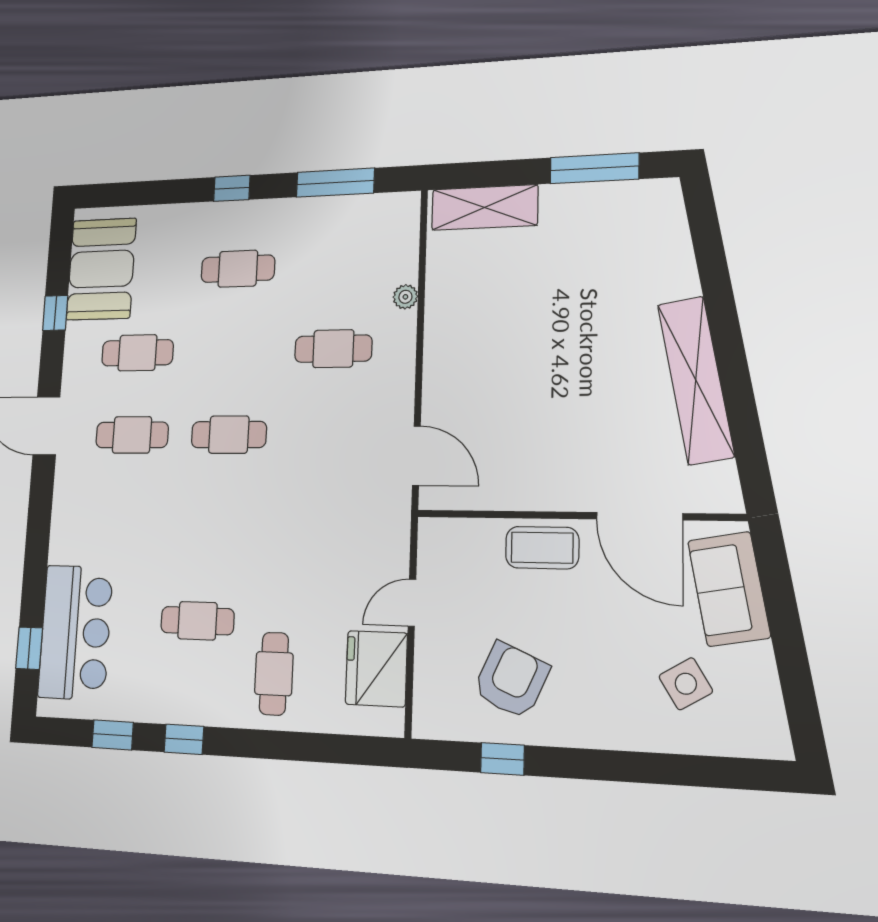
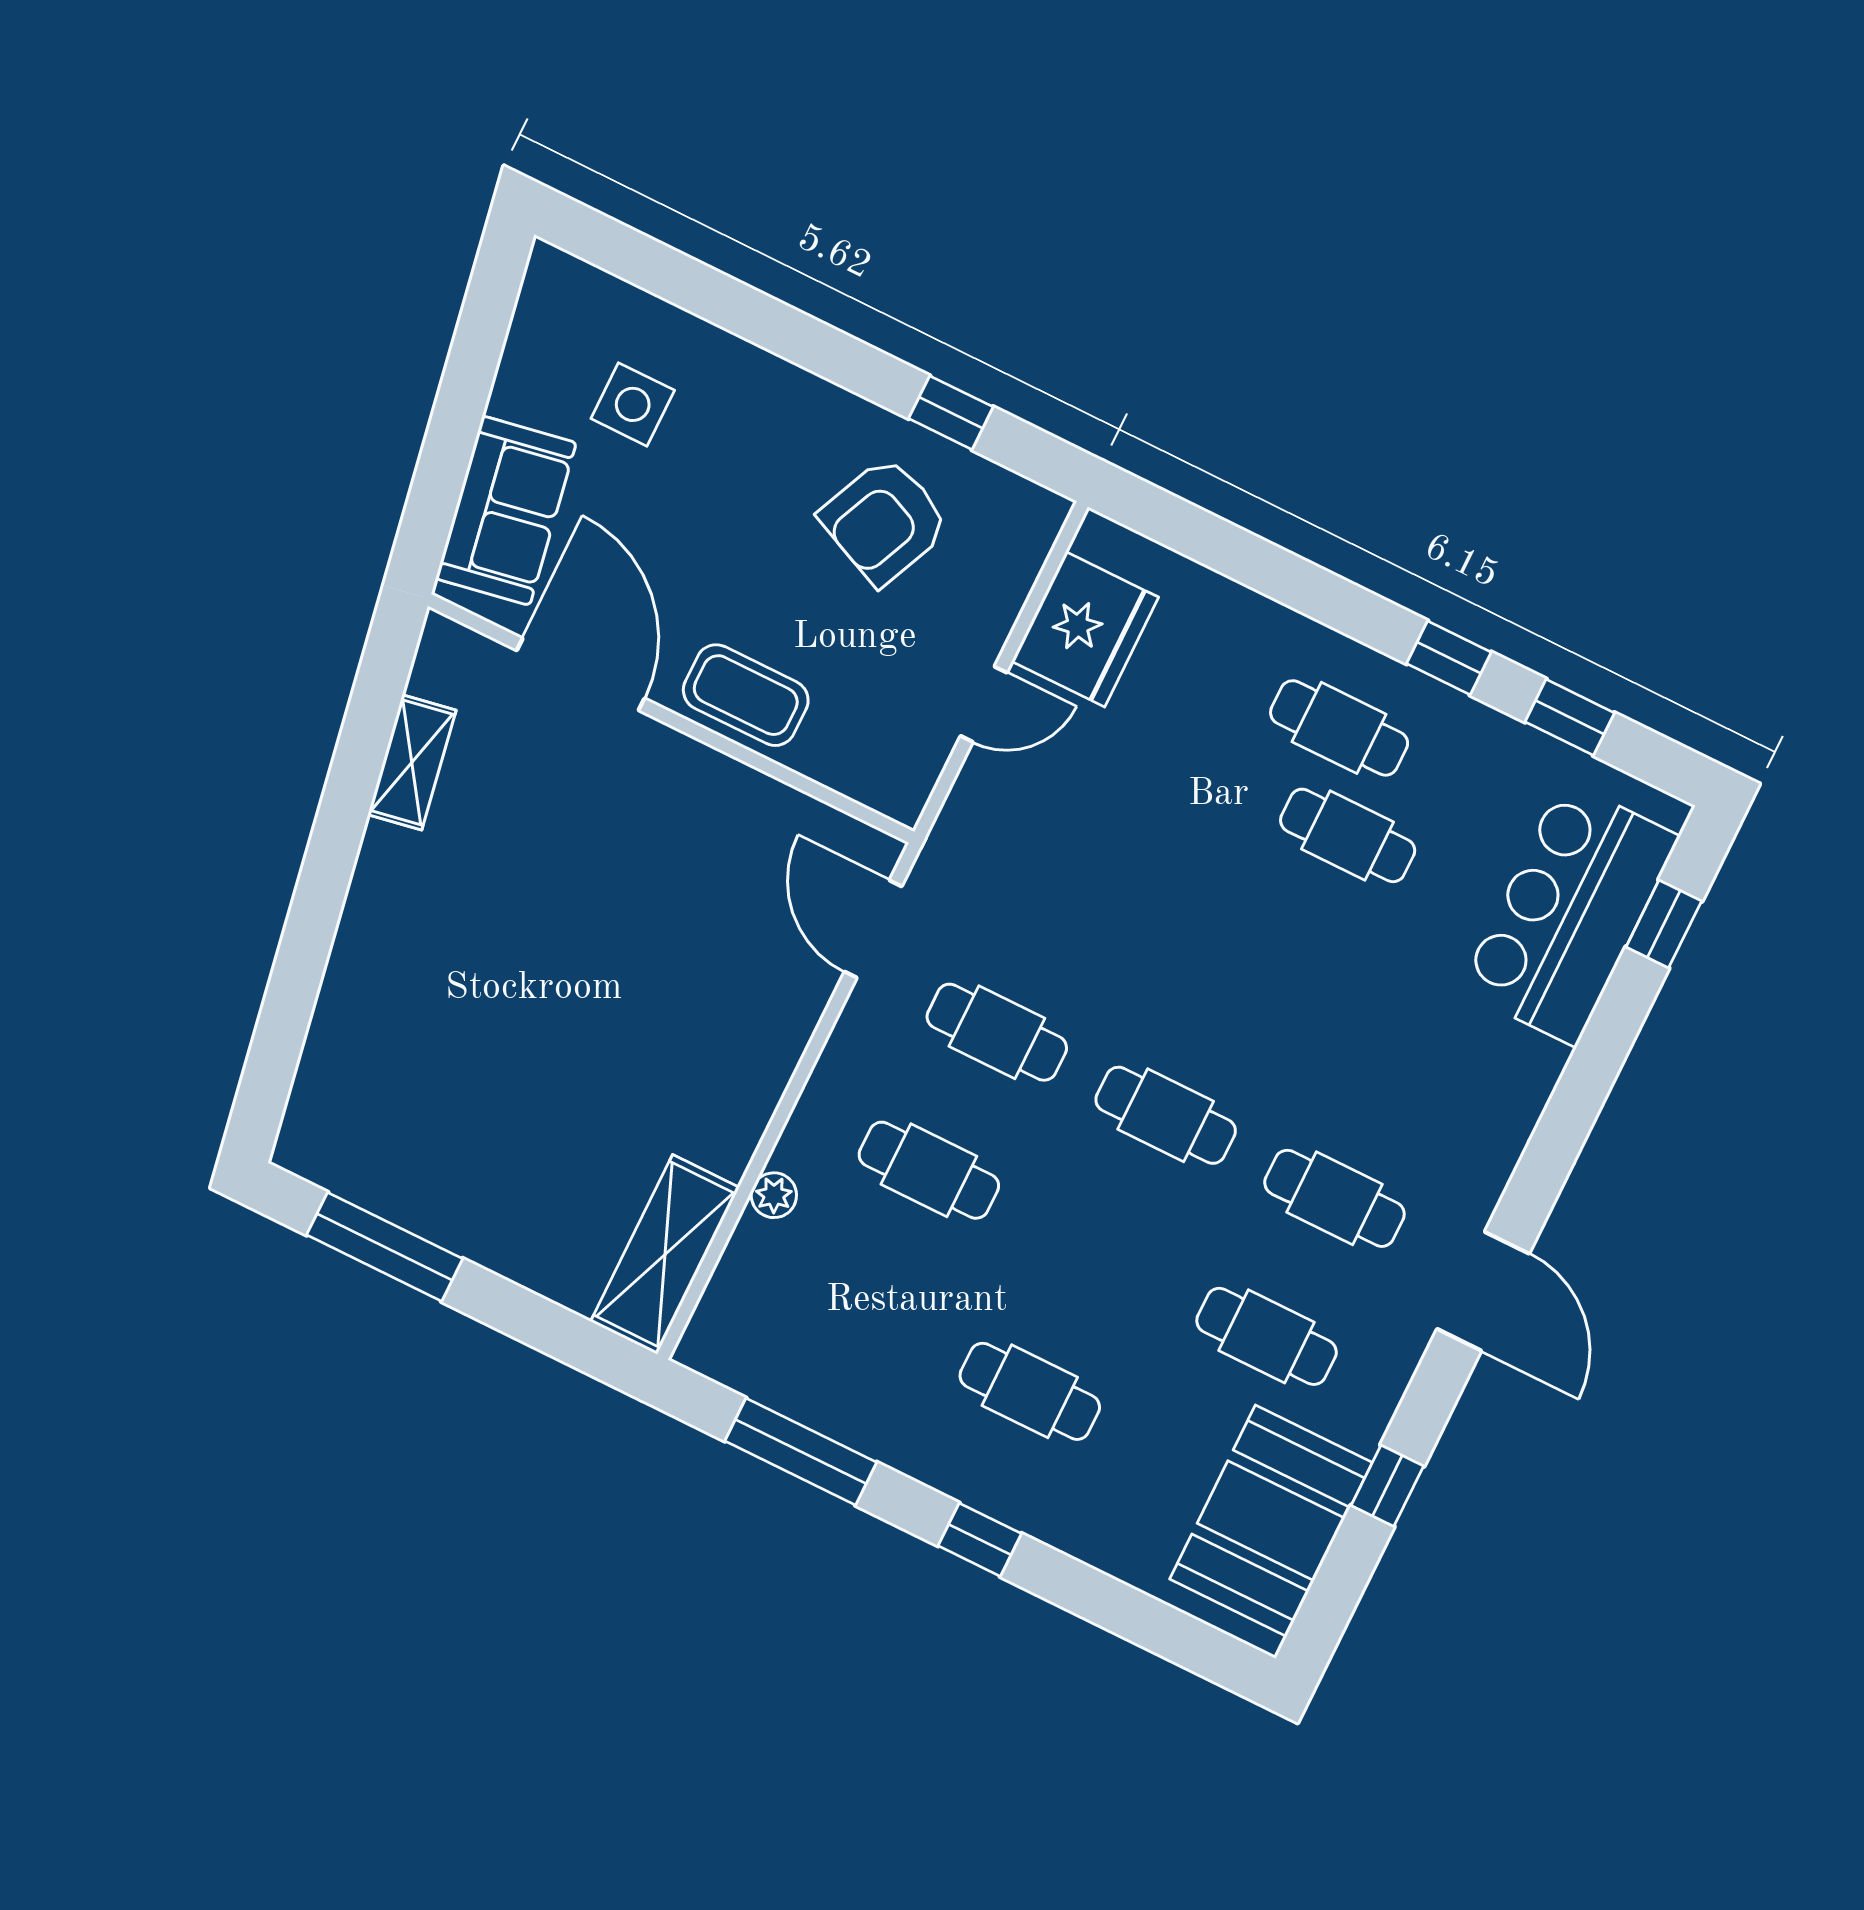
shelving: (485, 207) -> (665, 1254), moved, turned 90
shelving: (696, 380) -> (412, 762), width x0.45, depth x0.75
cafe table: (330, 434) -> (997, 1032), added
cafe table: (274, 674) -> (1339, 728), moved, turned 90
side table: (686, 684) -> (633, 404), turned 31

